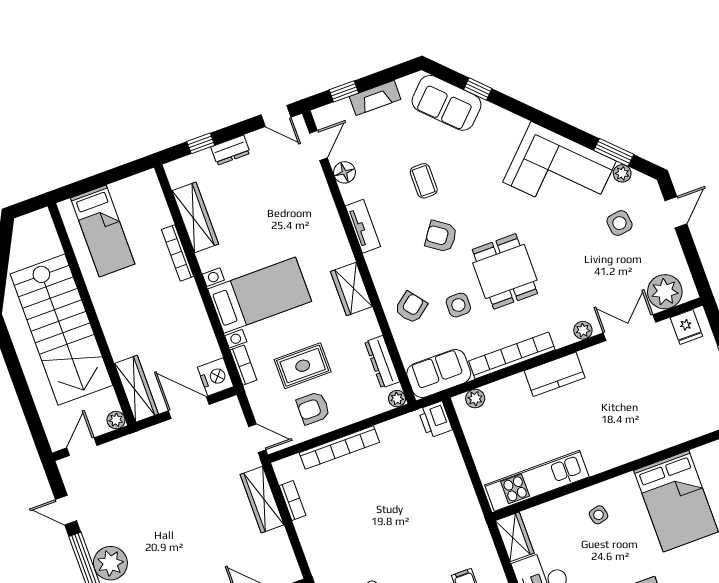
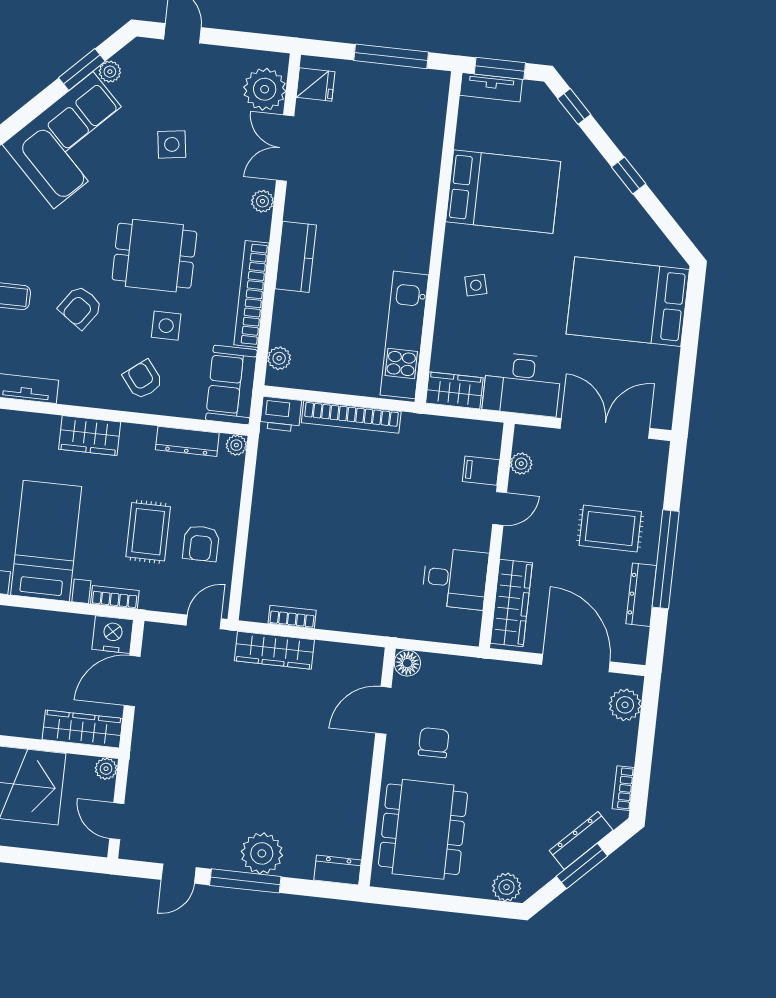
side table: (619, 223) -> (172, 144), moved
bookcase: (339, 447) -> (351, 417), moved, turned 90

